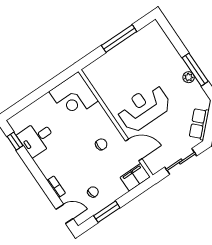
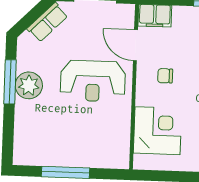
plant: (189, 77) -> (29, 85), width x1.88, depth x1.88
corner desk: (74, 96) -> (157, 131), moved

